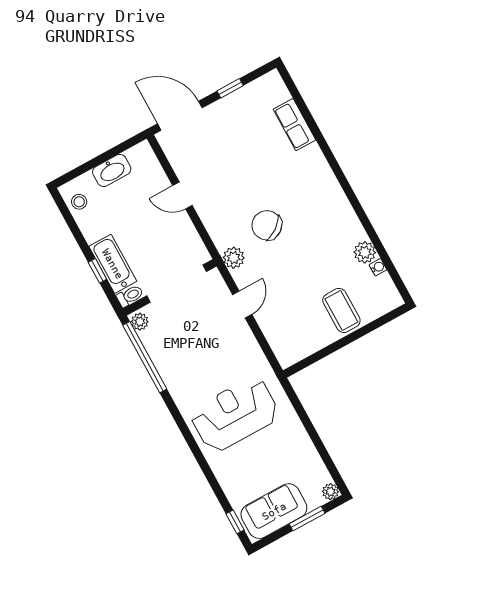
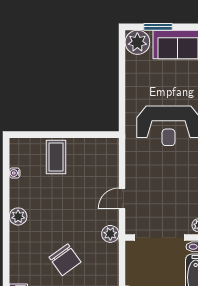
chair: (267, 225) -> (65, 260), moved
plant: (365, 252) -> (18, 216), moved
plant: (330, 492) -> (137, 42), width x1.87, depth x1.87

